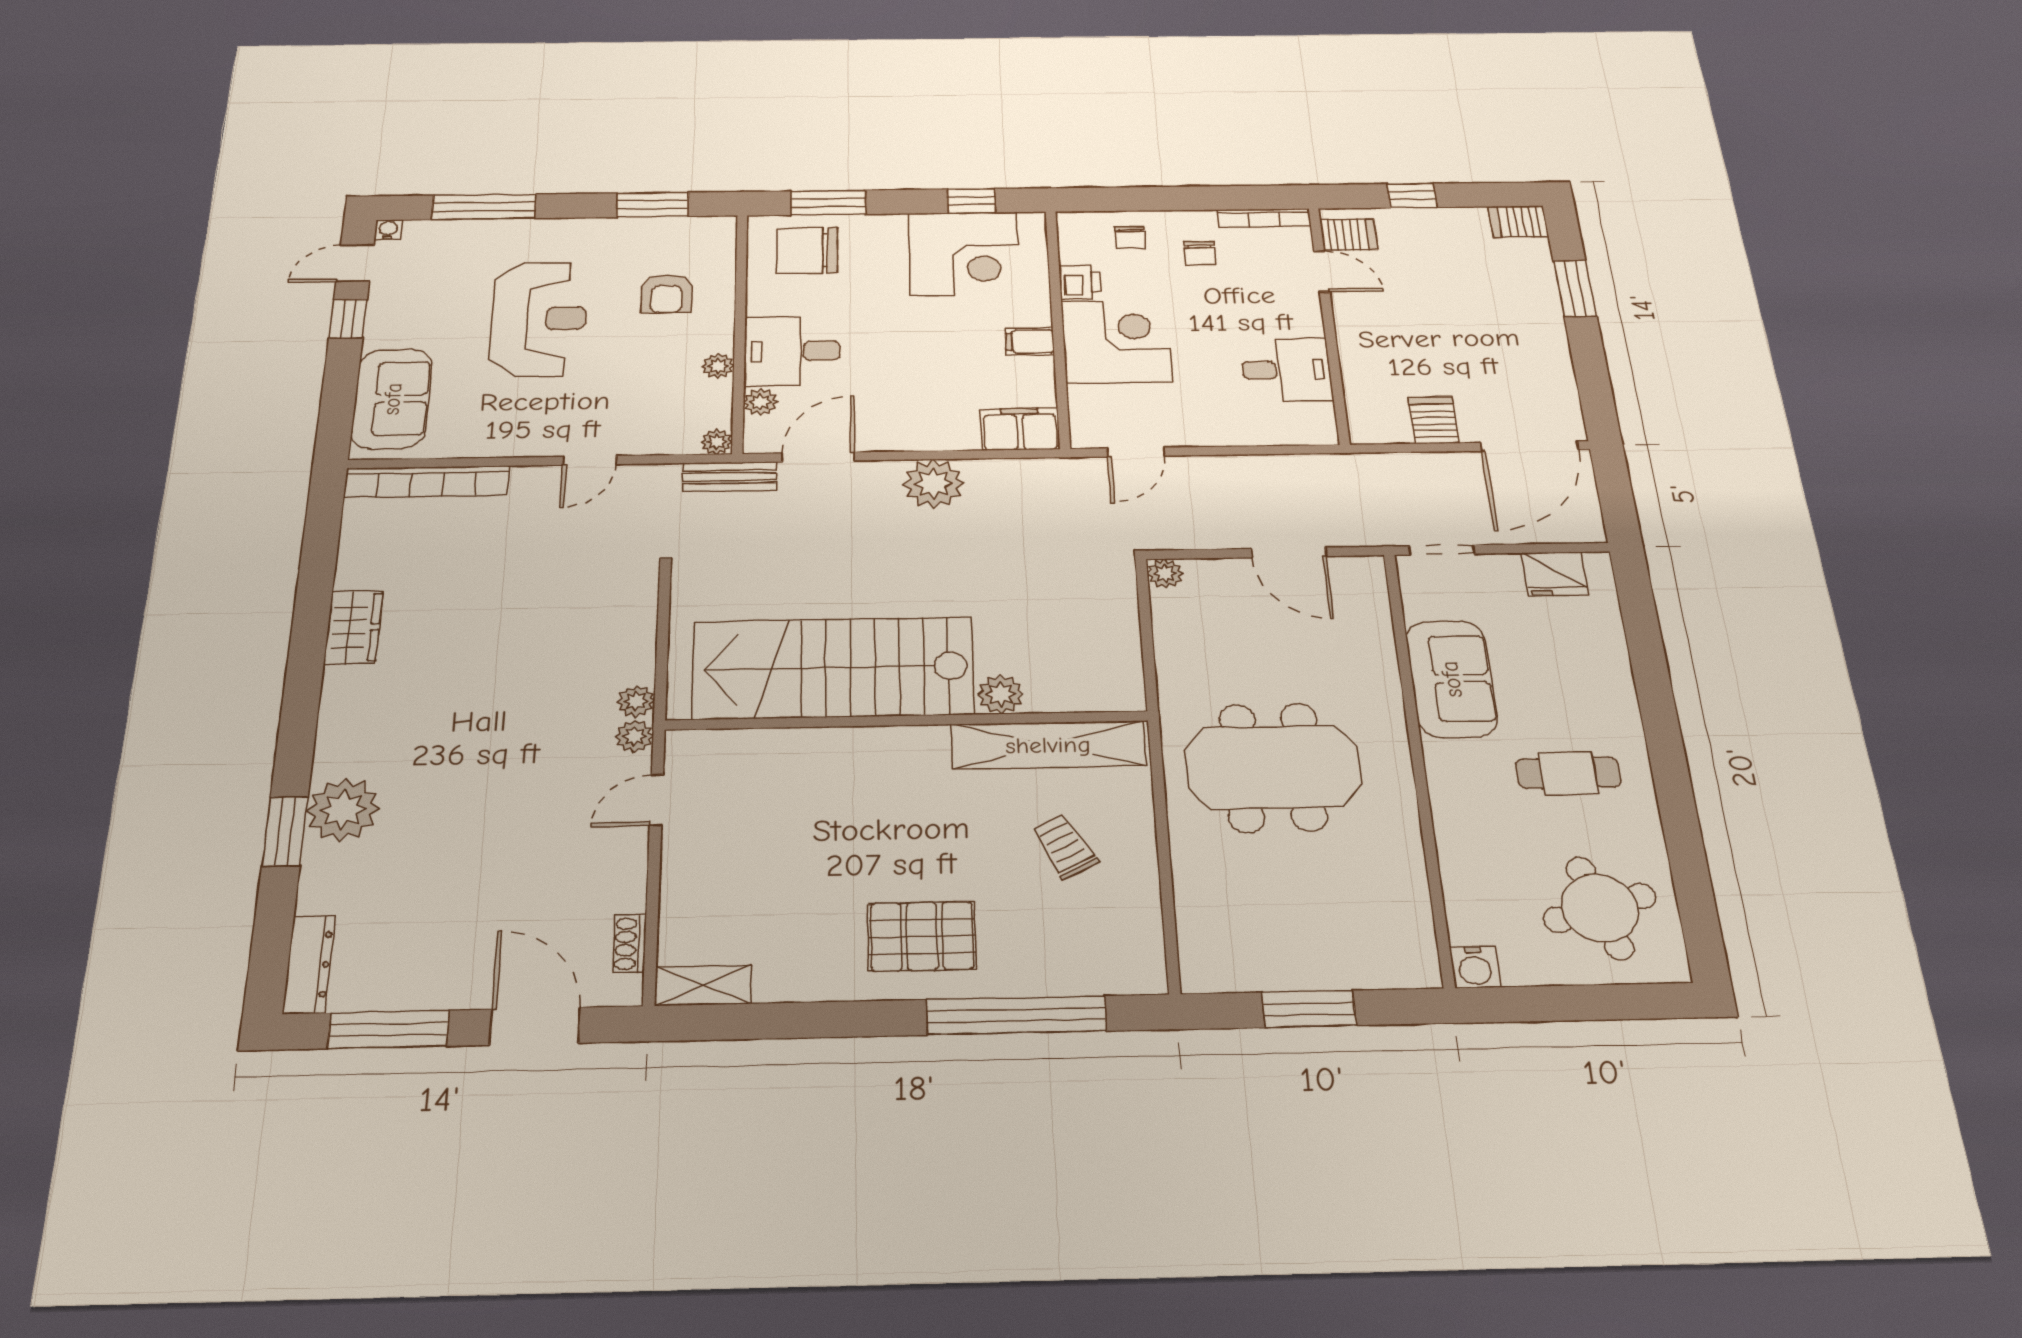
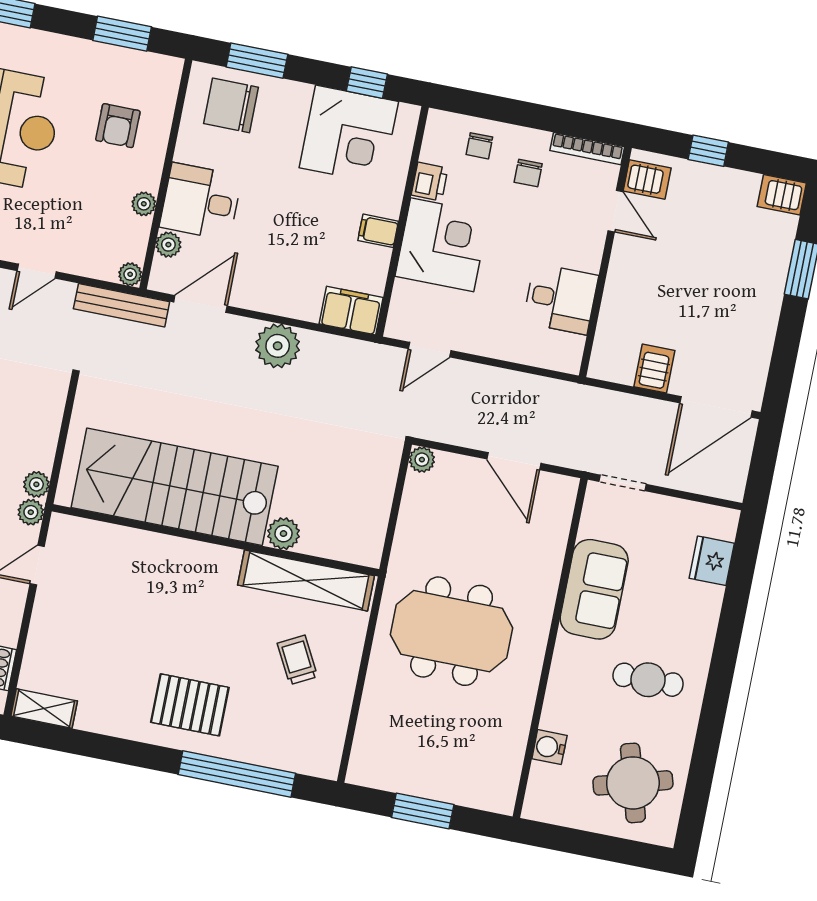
bench: (730, 477) -> (122, 305), width x1.36
fridge: (1555, 574) -> (712, 561), moved, turned 90
water cooler: (1475, 967) -> (549, 747), moved, turned 90

